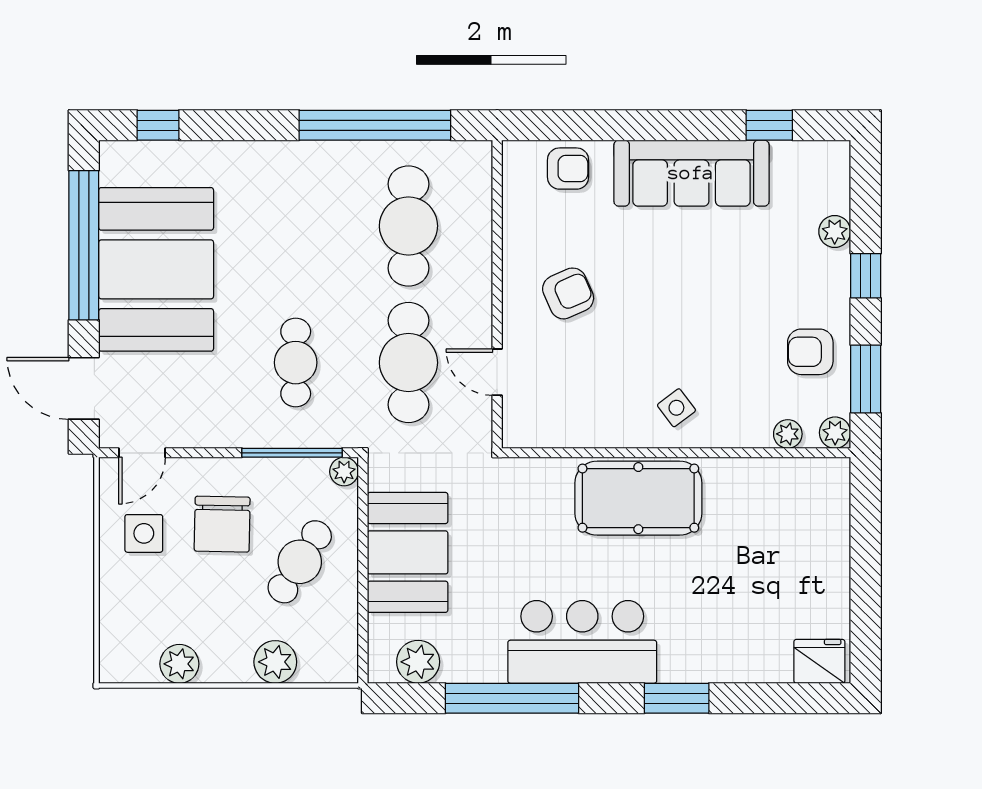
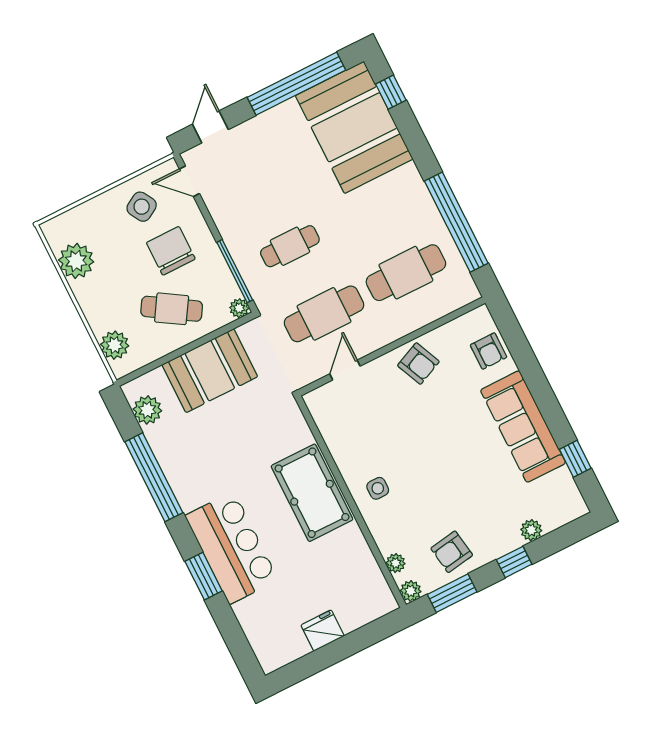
booth: (156, 269) -> (354, 127), moved, turned 90
armchair: (568, 293) -> (418, 364), moved
armchair: (810, 352) -> (452, 552), turned -99
door: (84, 388) -> (210, 127), width x0.73
side table: (676, 408) -> (378, 488), turned 37
chair: (222, 524) -> (171, 251), turned 89
side table: (144, 533) -> (142, 207), turned -31
bar counter: (582, 642) -> (232, 548), moved
fridge: (819, 661) -> (323, 631), moved, turned -90
plant: (275, 662) -> (115, 345), moved
plant: (179, 664) -> (76, 261), width x1.36, depth x1.36

